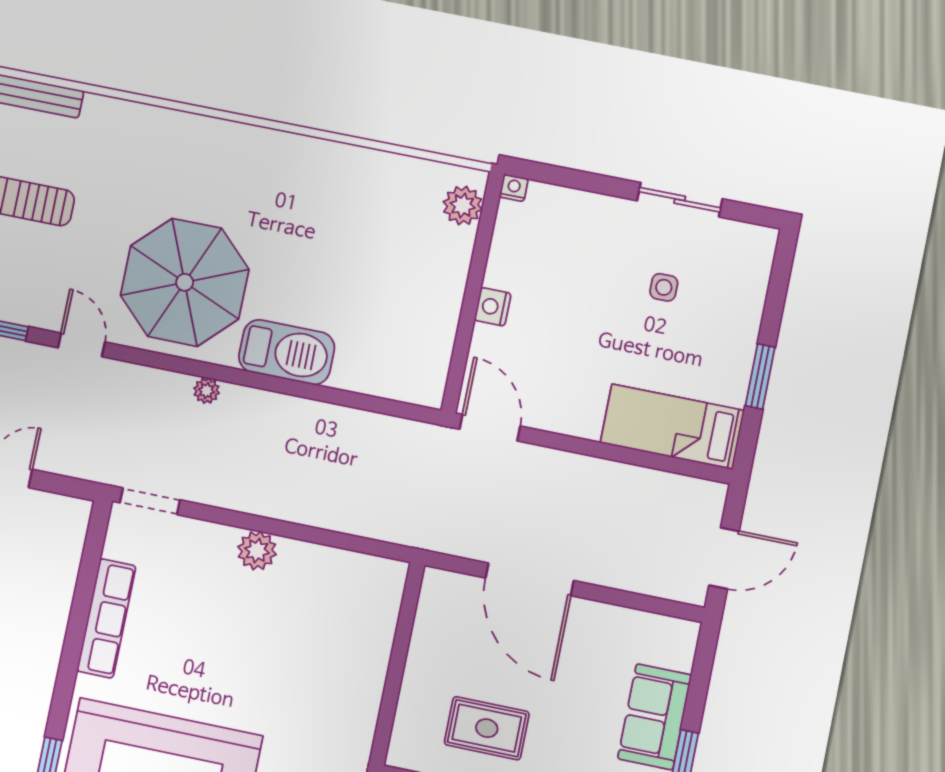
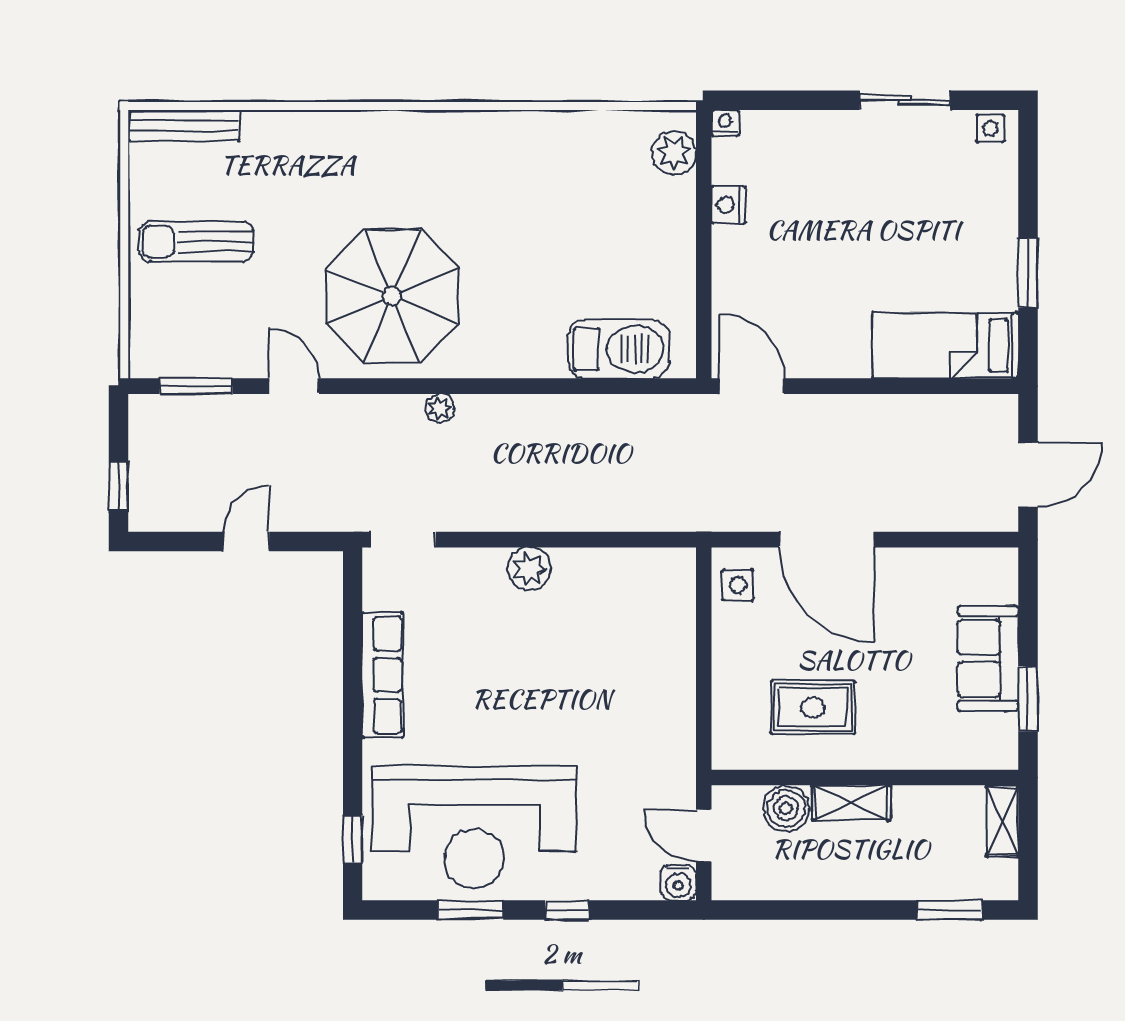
side table: (664, 287) -> (990, 128), moved
nightstand: (493, 307) -> (728, 205), moved
barbecue: (287, 352) -> (619, 349), moved
side table: (441, 604) -> (738, 585), added

